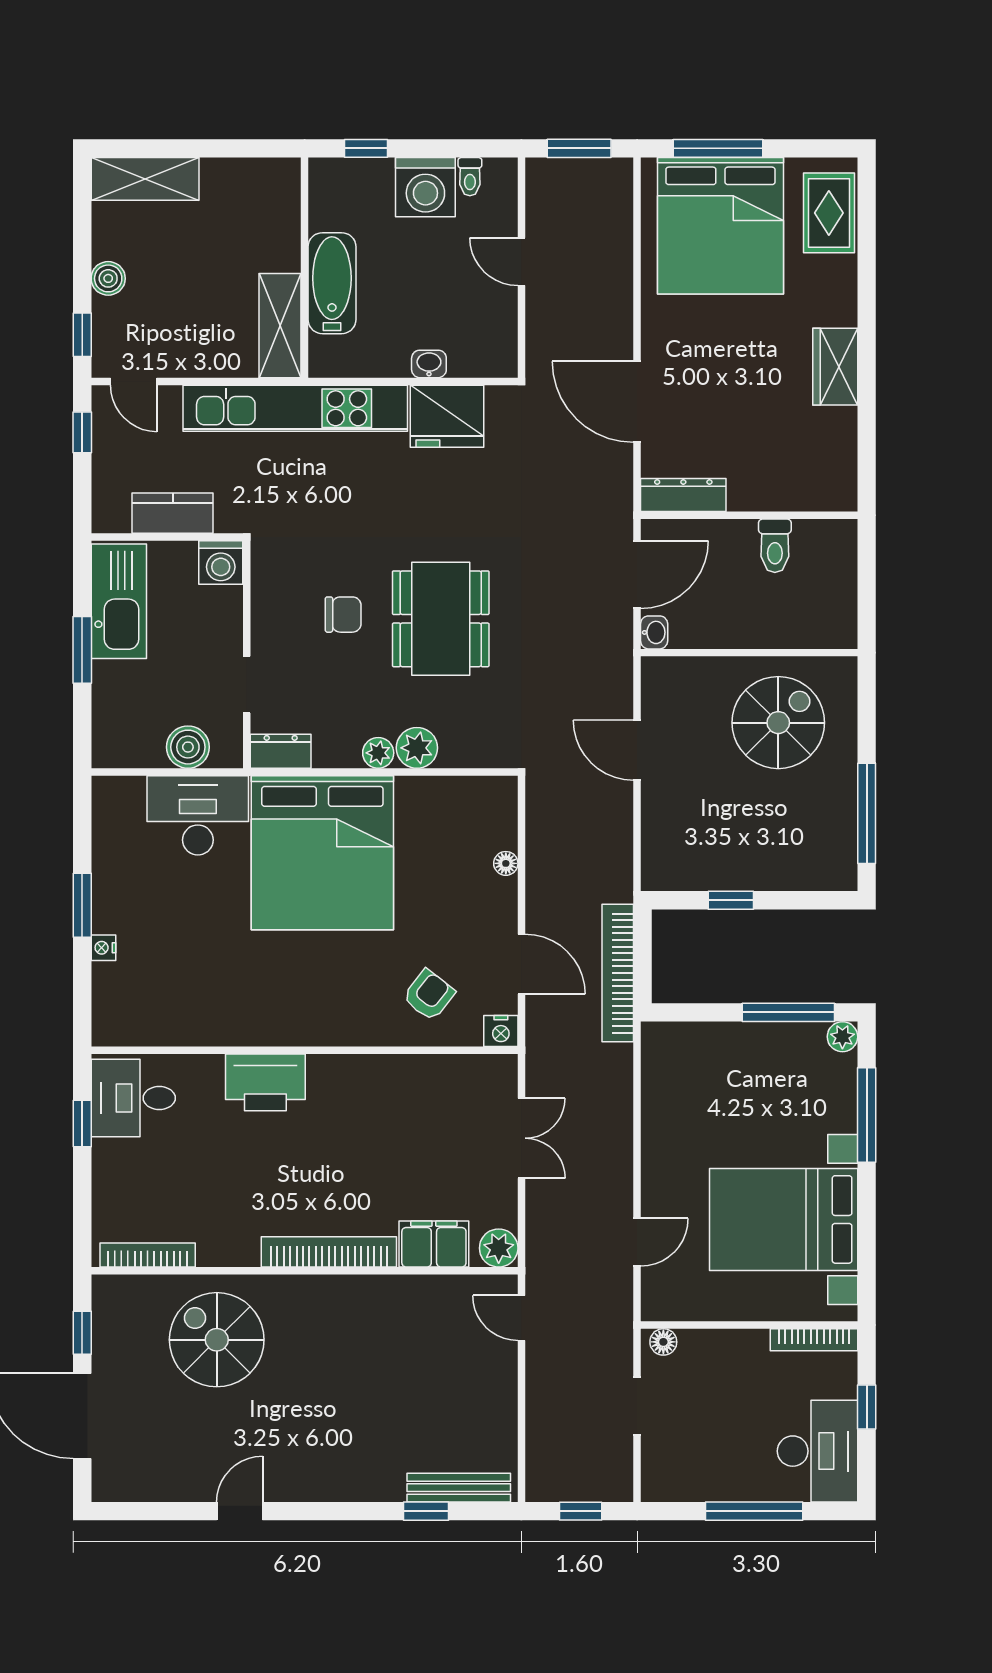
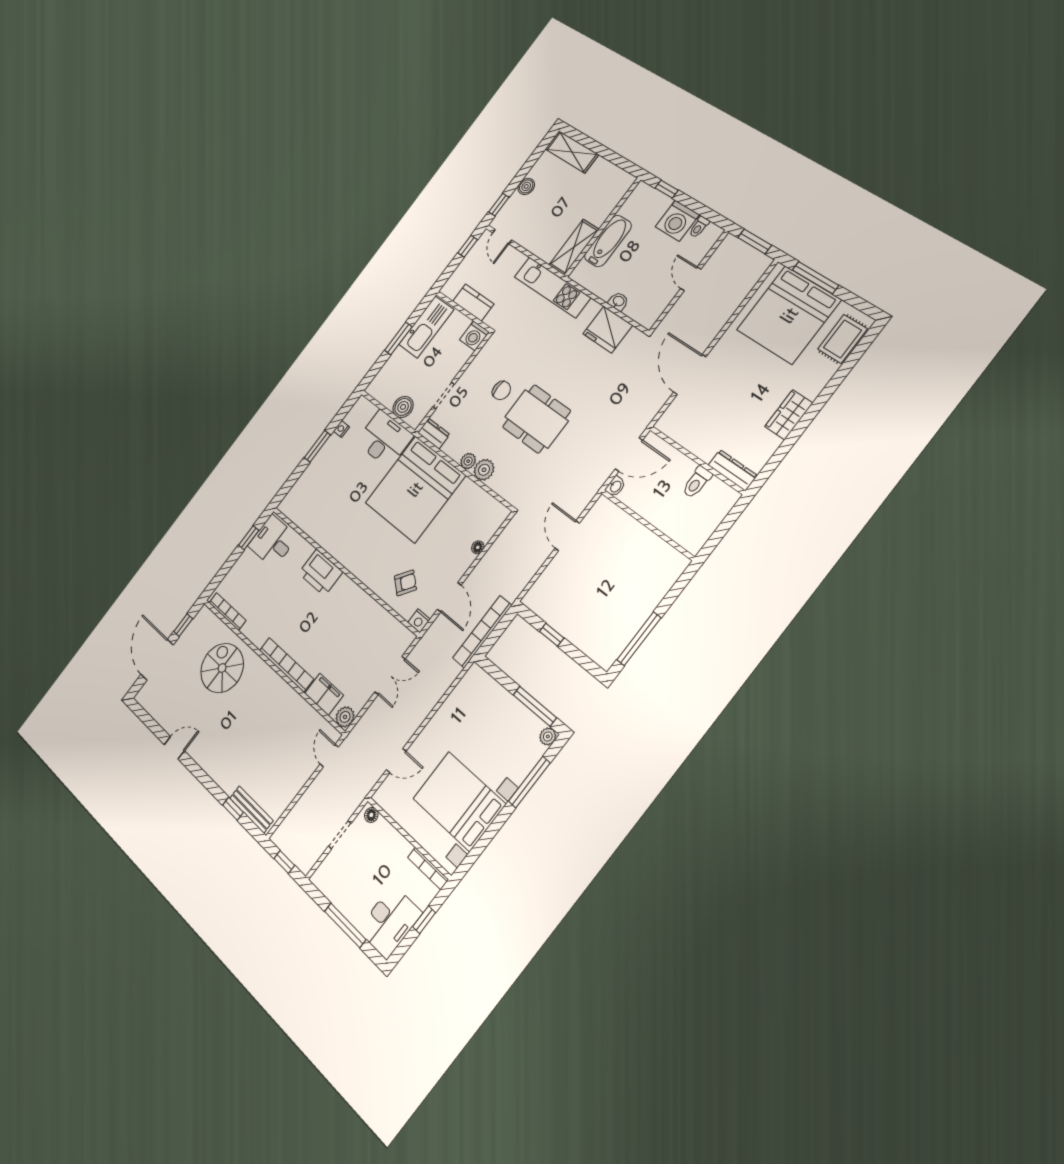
kitchen unit: (295, 408) -> (552, 287), width x0.73
dresser: (683, 495) -> (733, 470), moved
dining table: (441, 619) -> (536, 419), turned 90
spiral stairs: (778, 723) -> (635, 567), removed
nightstand: (103, 948) -> (341, 429), moved

